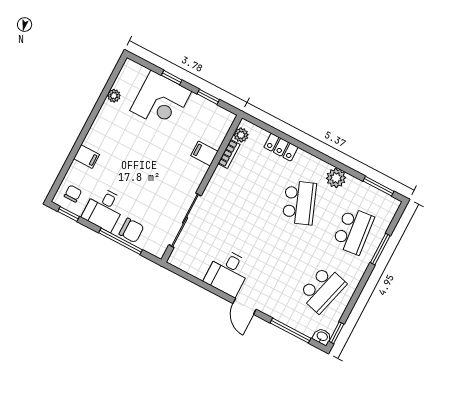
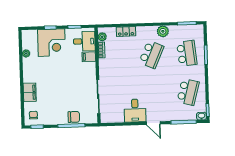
filing cabinet: (87, 157) -> (30, 92), width x2.00
school desk: (299, 203) -> (151, 54), turned 45
desk: (104, 209) -> (84, 41), moved, turned -90

